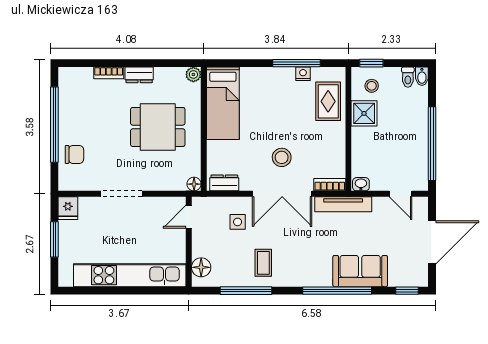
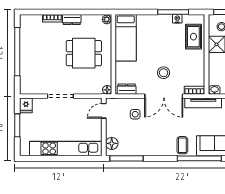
chair: (74, 154) -> (30, 71), removed
coffee table: (263, 263) -> (182, 145), moved
window: (246, 291) -> (127, 158), moved

